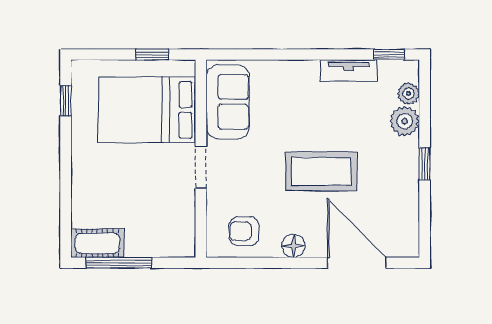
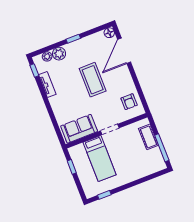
bed: (147, 110) -> (100, 159), width x0.67
cot: (97, 243) -> (148, 137), moved
floor lamp: (293, 246) -> (109, 33), moved

